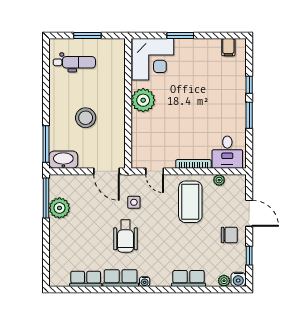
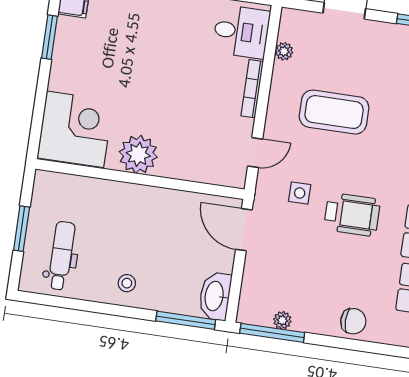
window: (180, 35) -> (49, 37), moved
stool: (86, 118) -> (127, 283), moved, width x0.53, depth x0.53
door: (107, 171) -> (244, 230), swing flipped
coffee table: (190, 202) -> (334, 112), moved
plant: (59, 208) -> (282, 320), width x0.53, depth x0.53
chair: (229, 235) -> (353, 321), moved, turned 90

